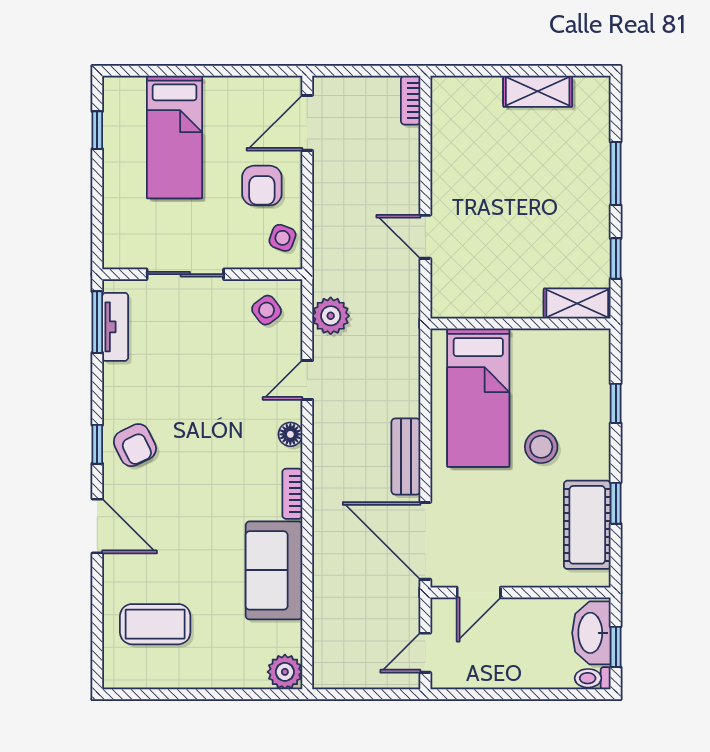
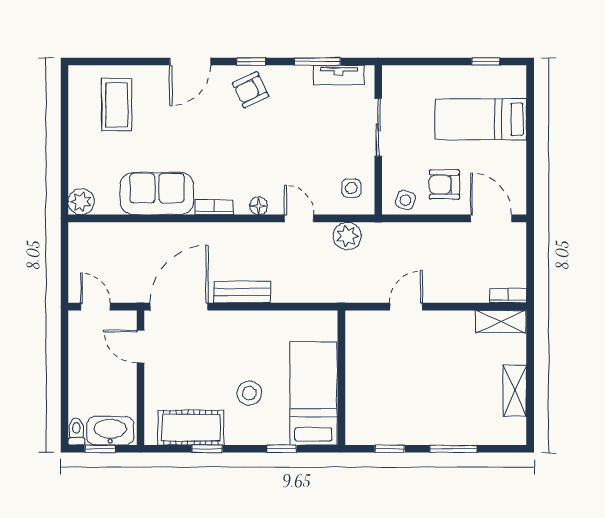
shelving: (577, 303) -> (500, 322), moved, turned 90
side table: (267, 310) -> (351, 188), turned 37
window: (97, 322) -> (318, 62), moved
bed: (478, 398) -> (313, 393), moved, turned 90

